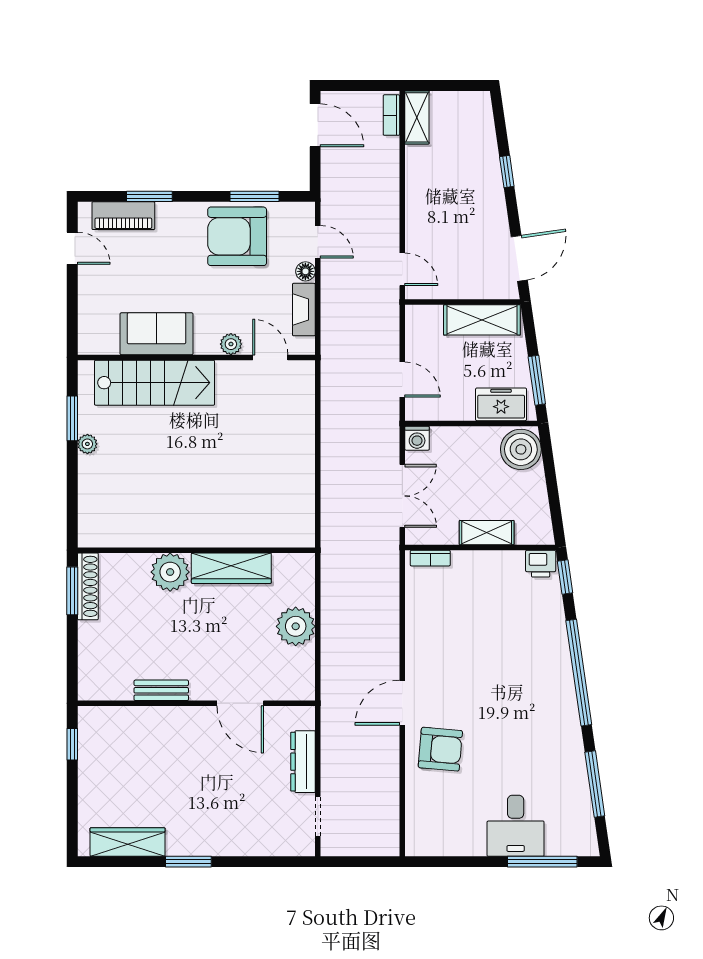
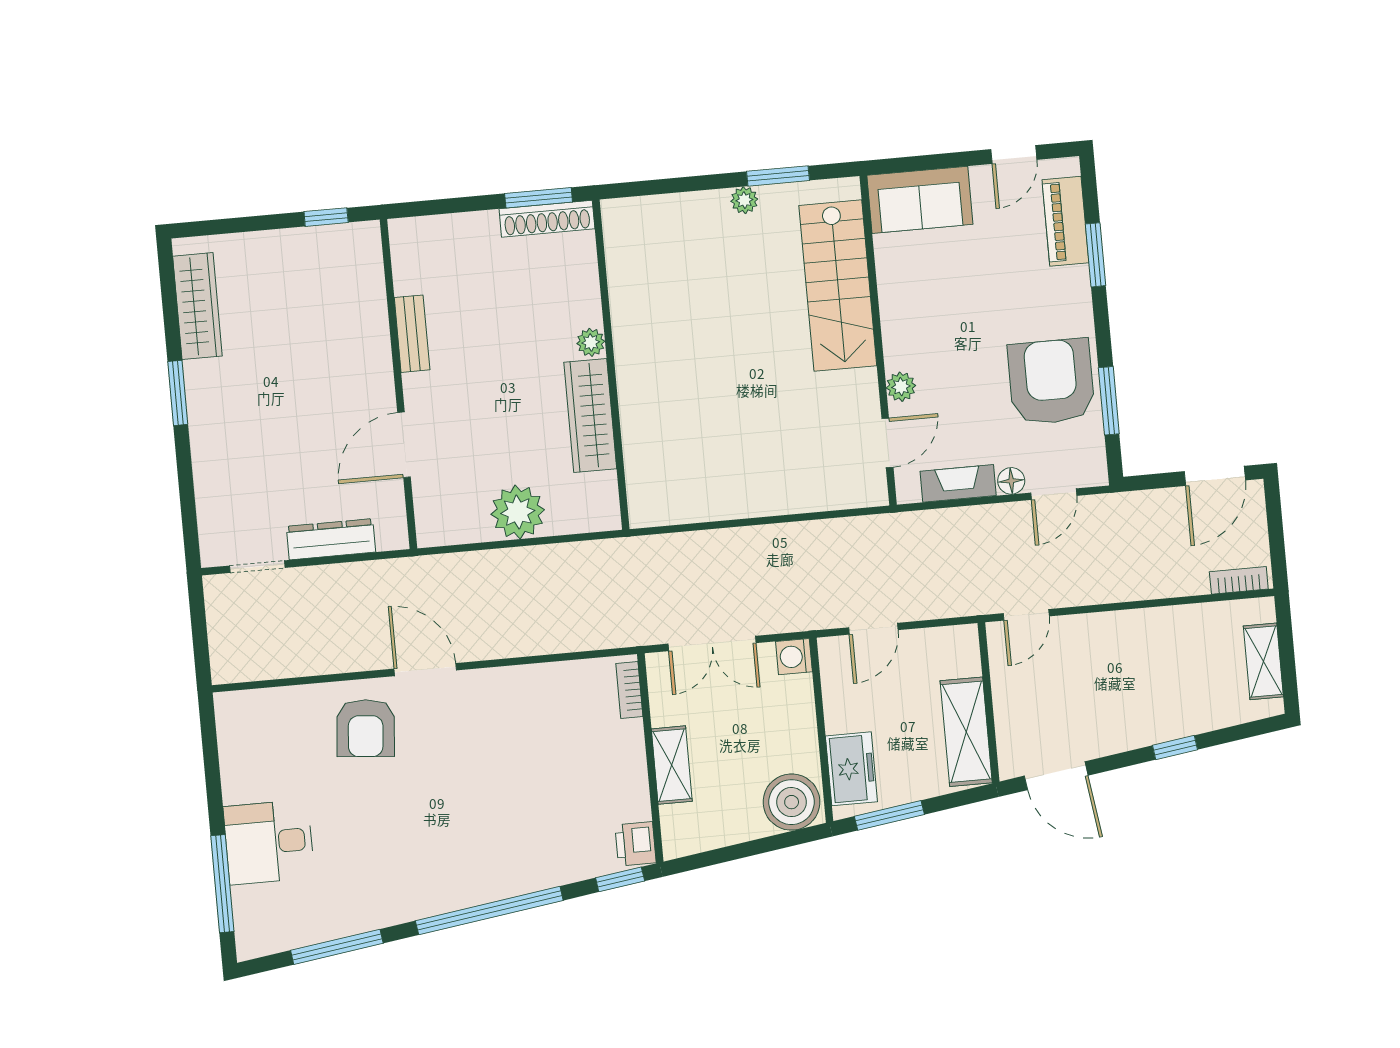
shelving: (417, 117) -> (1263, 661), moved, turned 90
sofa: (156, 334) -> (920, 200), moved, turned 90
plant: (170, 572) -> (591, 342), width x0.53, depth x0.53

